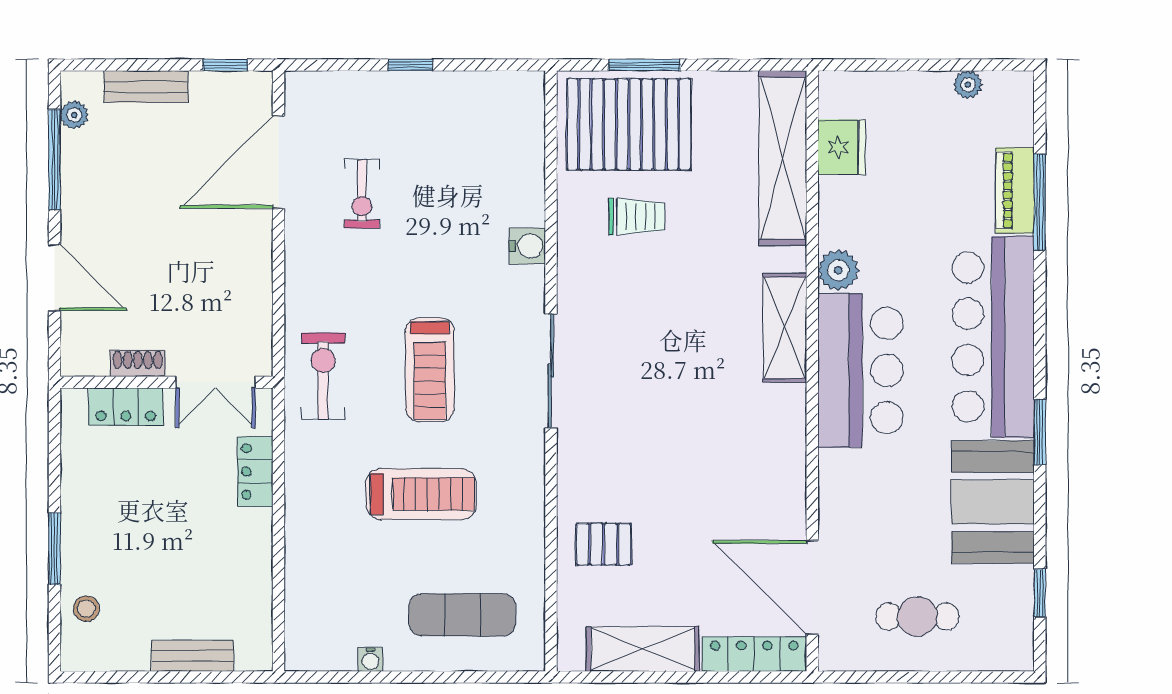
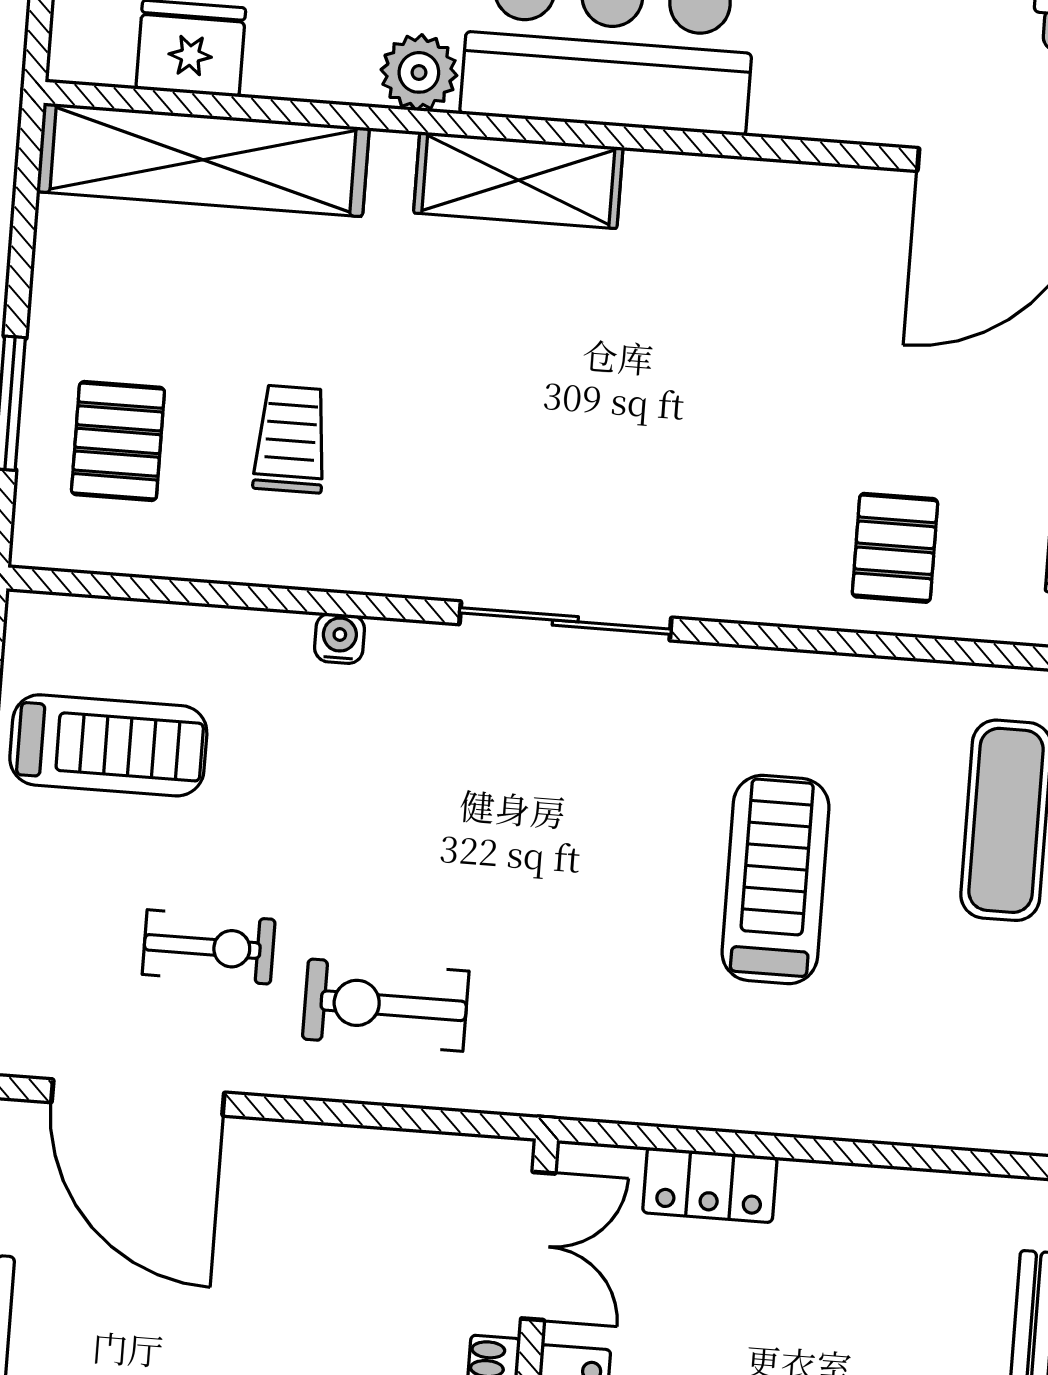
pallet: (629, 124) -> (118, 441), width x0.49, depth x0.50
water cooler: (527, 246) -> (340, 638), width x0.72, depth x0.72
treadmill: (430, 370) -> (108, 745), moved
exercise bike: (323, 376) -> (386, 1005), moved

